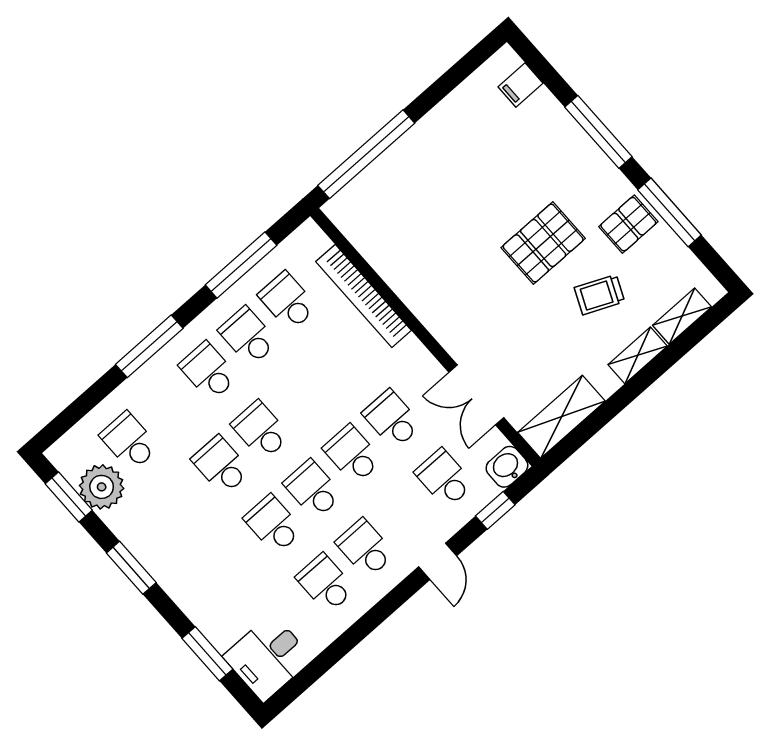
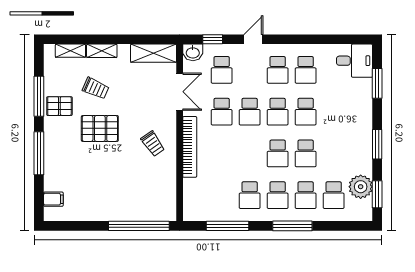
trolley: (449, 288) -> (153, 144), added
bookcase: (364, 296) -> (190, 147), moved
school desk: (288, 301) -> (306, 195), moved

